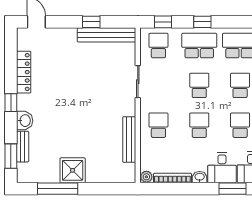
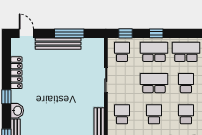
window: (91, 22) -> (69, 33), width x2.17
bench: (106, 35) -> (58, 44), moved
school desk: (199, 85) -> (154, 83), width x1.85

